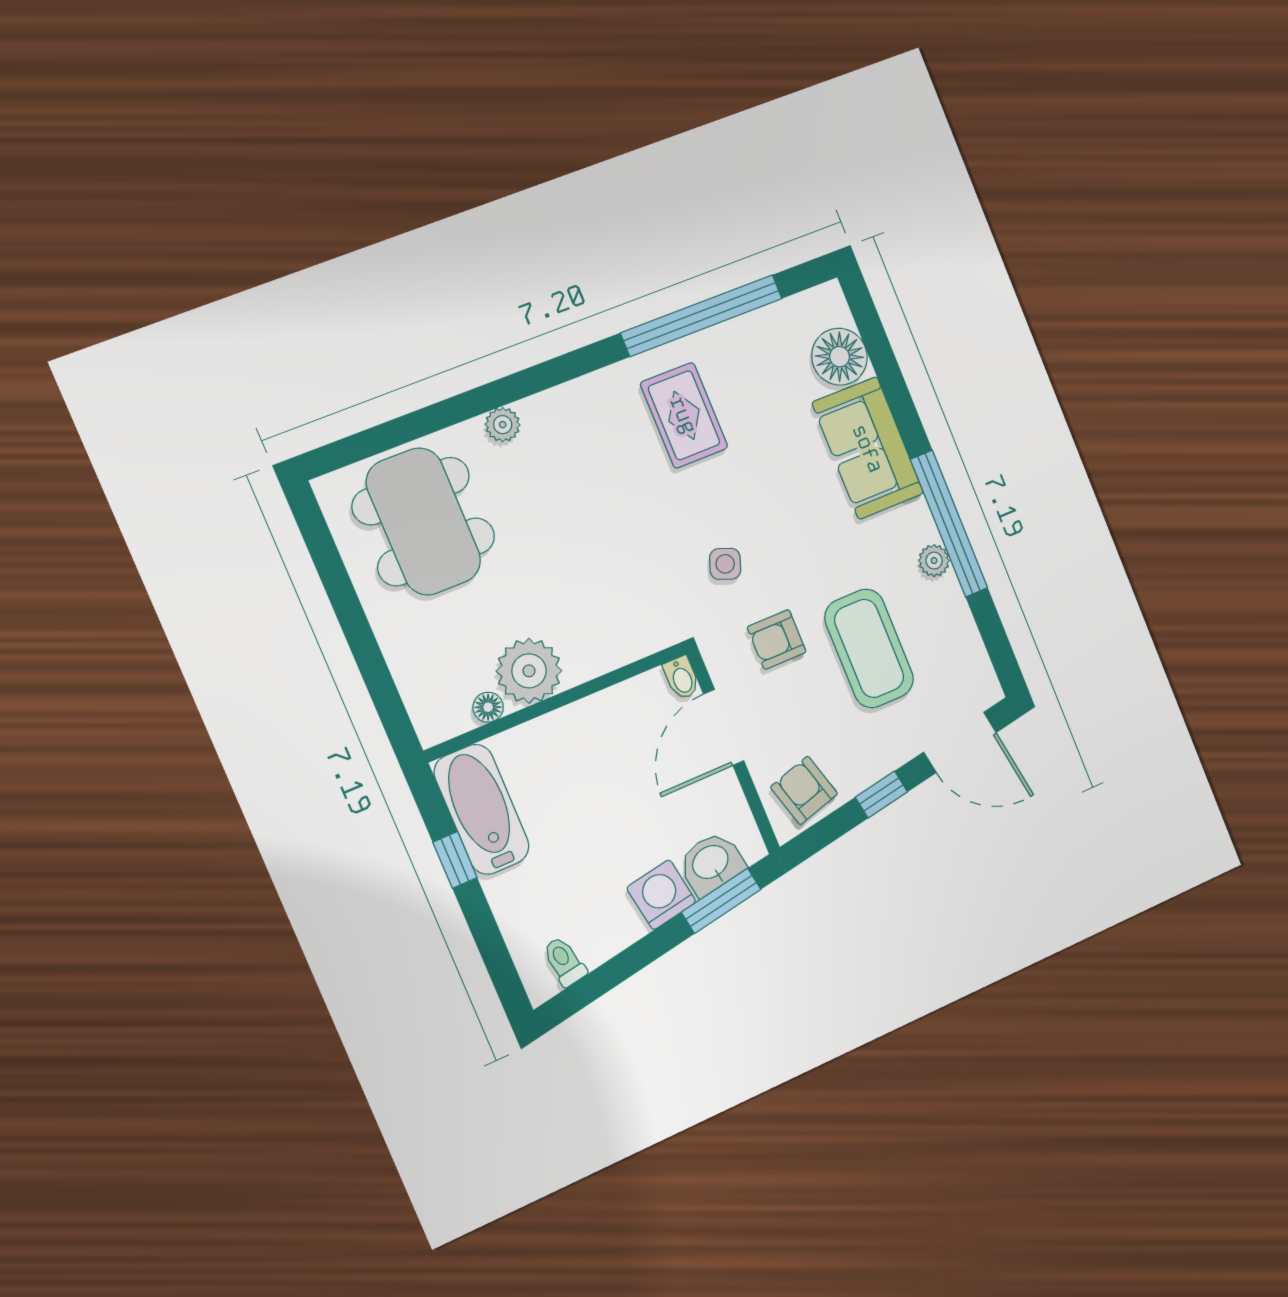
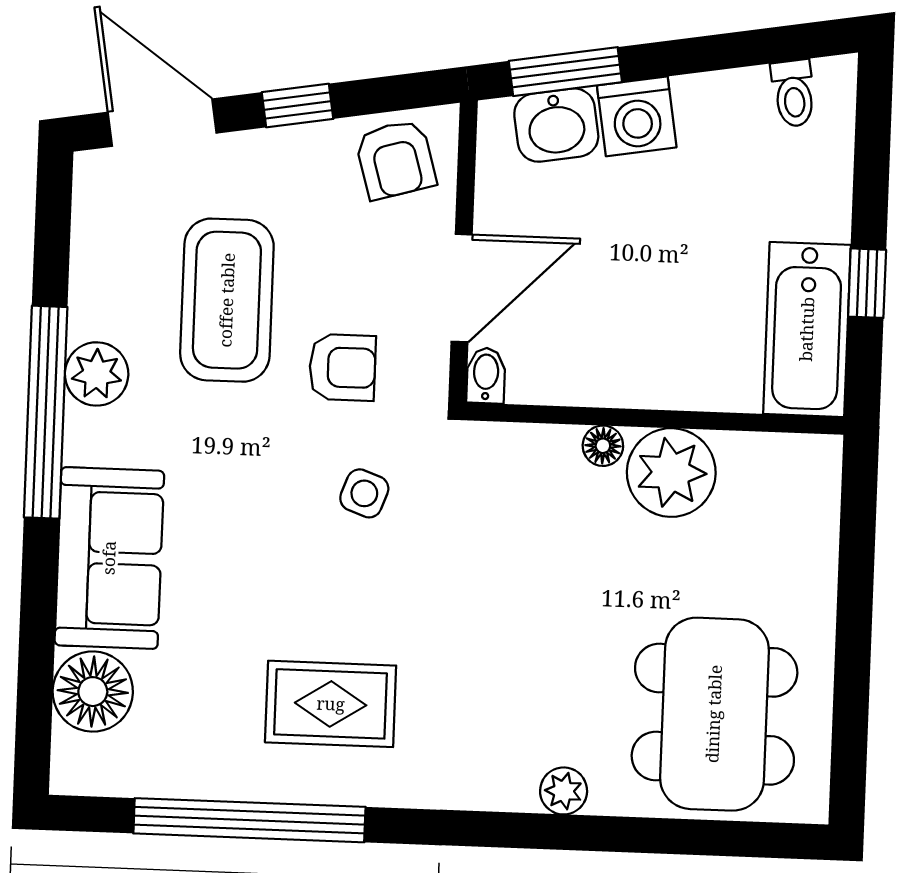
rug: (684, 415) -> (331, 704), turned 90
plant: (934, 561) -> (97, 374), width x1.38, depth x1.38
floor lamp: (488, 707) -> (603, 446), moved

